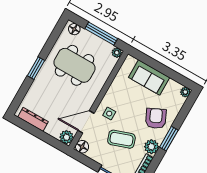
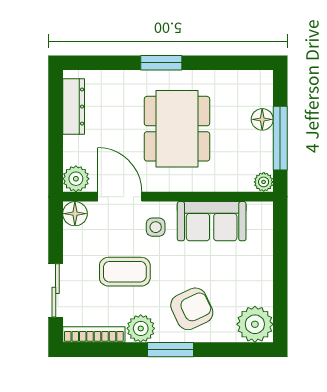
floor lamp: (74, 29) -> (262, 119), moved
dining table: (74, 65) -> (177, 129), moved
sofa: (149, 77) -> (212, 221), moved, turned -90
plant: (185, 92) -> (255, 324), width x1.87, depth x1.87
coffee table: (121, 139) -> (125, 272), turned -71

